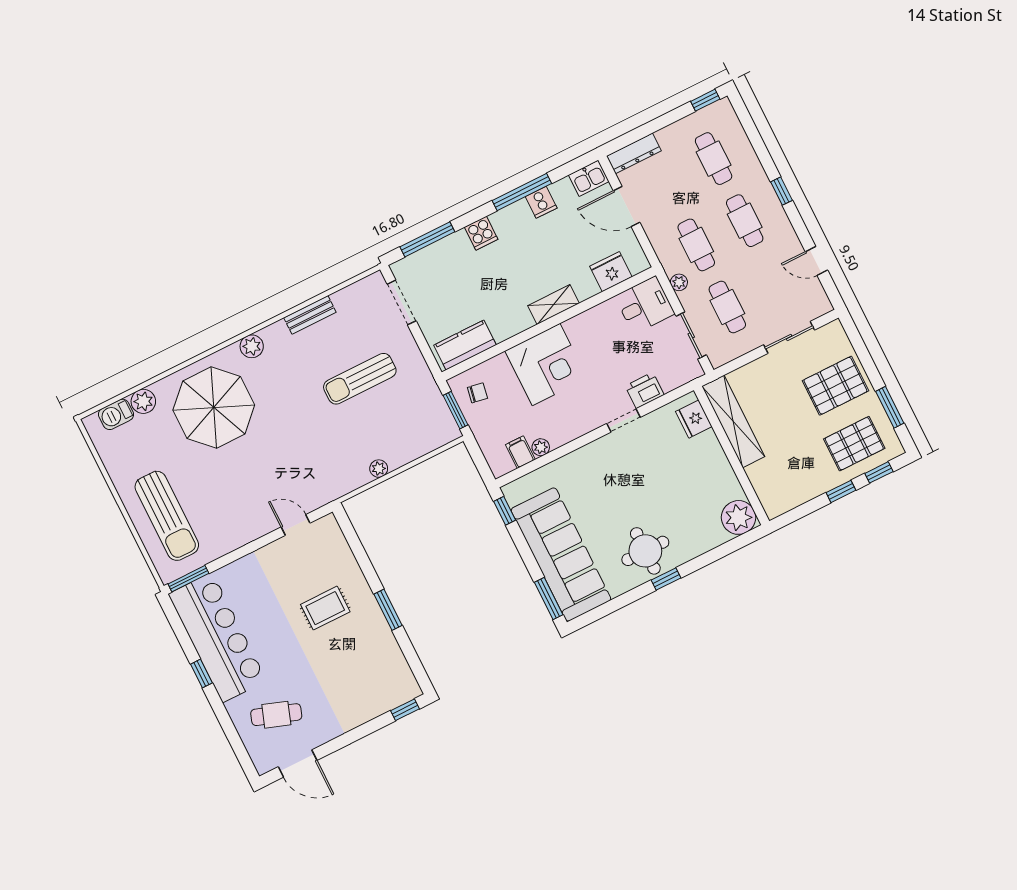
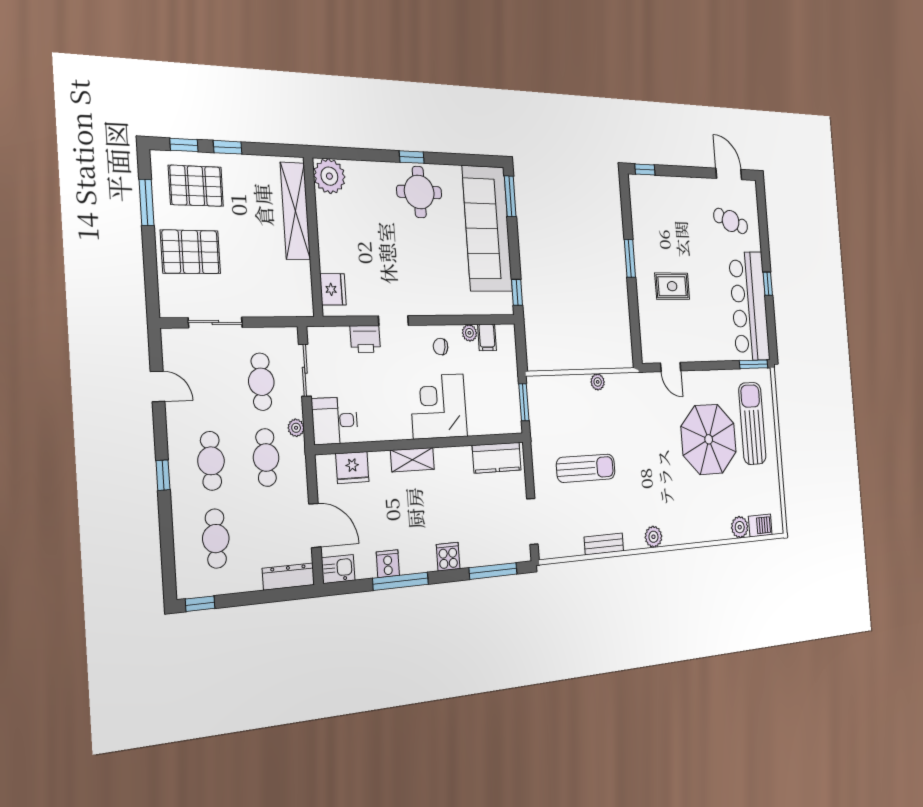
chair: (477, 393) -> (441, 347), moved
parasol: (214, 407) -> (709, 439), moved
shelving: (733, 421) -> (295, 211), moved

